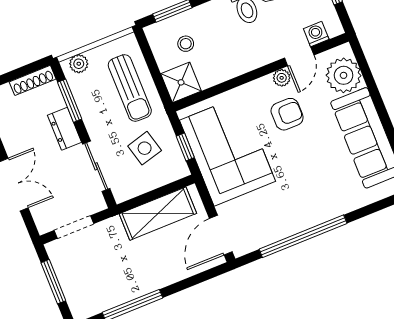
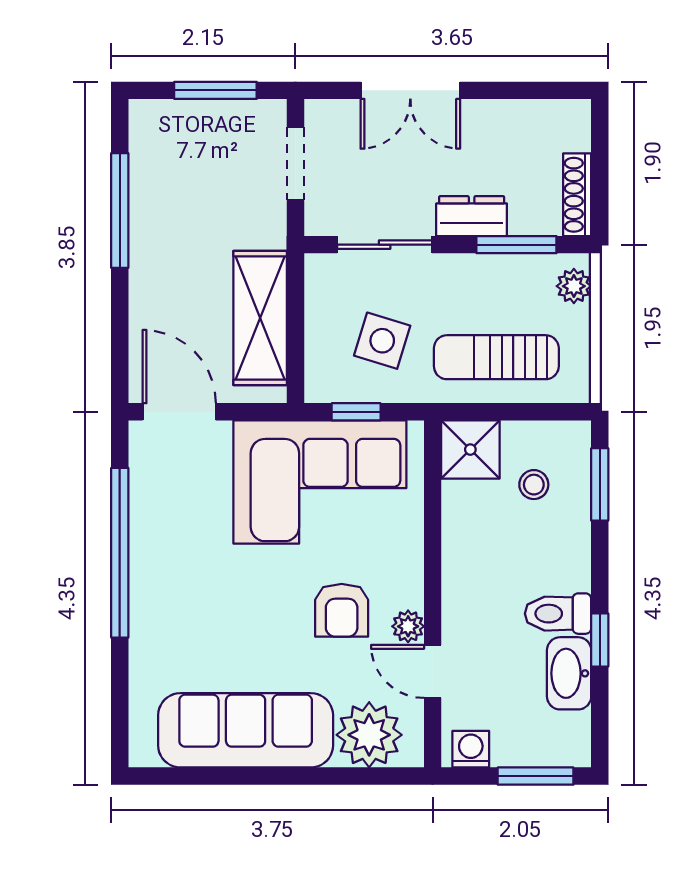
washing machine: (316, 34) -> (471, 749), moved, turned -90
side table: (145, 148) -> (382, 341), turned 32

